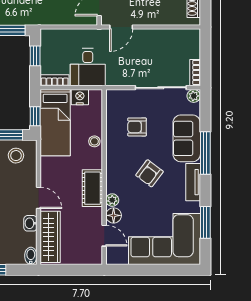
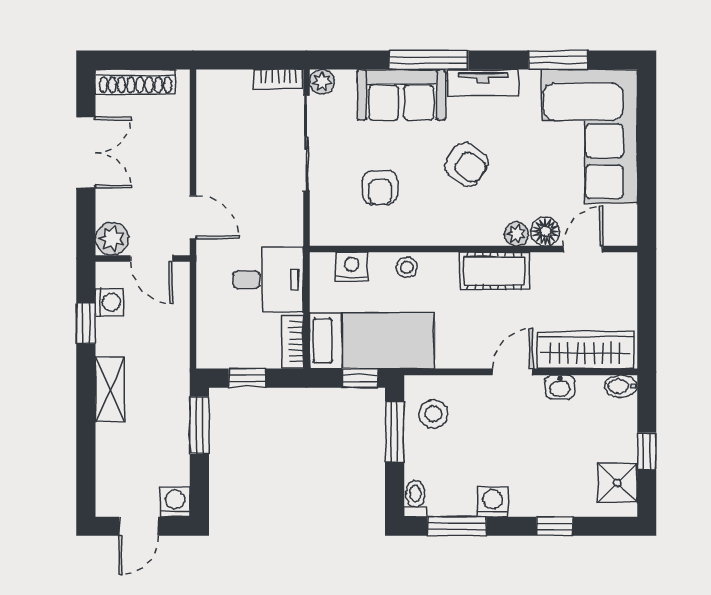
nightstand: (80, 97) -> (352, 267), moved, turned 90

